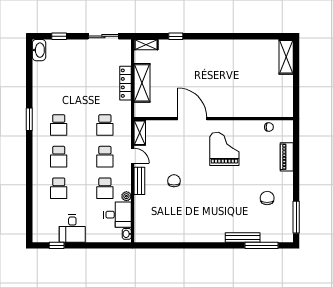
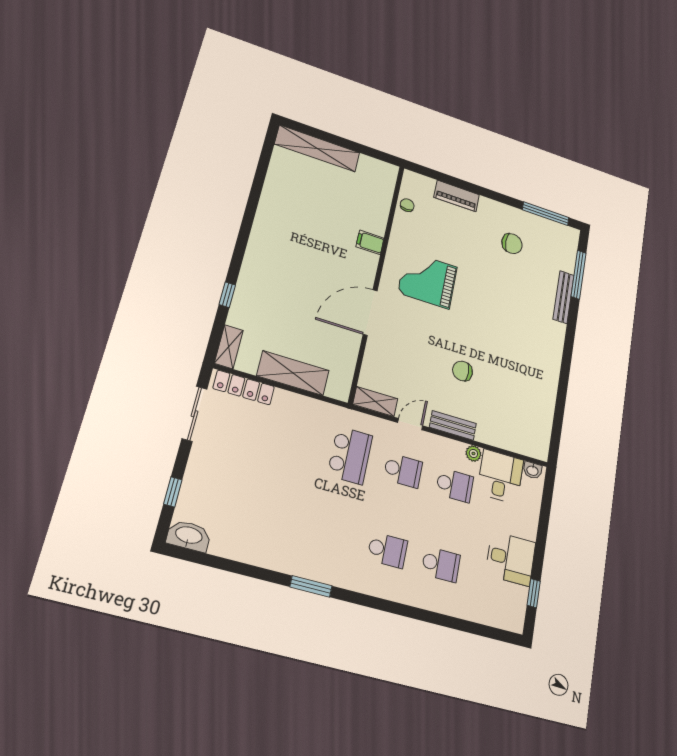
shelving: (286, 57) -> (317, 148), width x1.47
locker: (126, 83) -> (244, 387), moved
filing cabinet: (236, 109) -> (370, 242), added
school desk: (59, 125) -> (333, 536), removed
school desk: (105, 125) -> (350, 455), width x1.85
chair: (267, 198) -> (512, 244), turned 180

